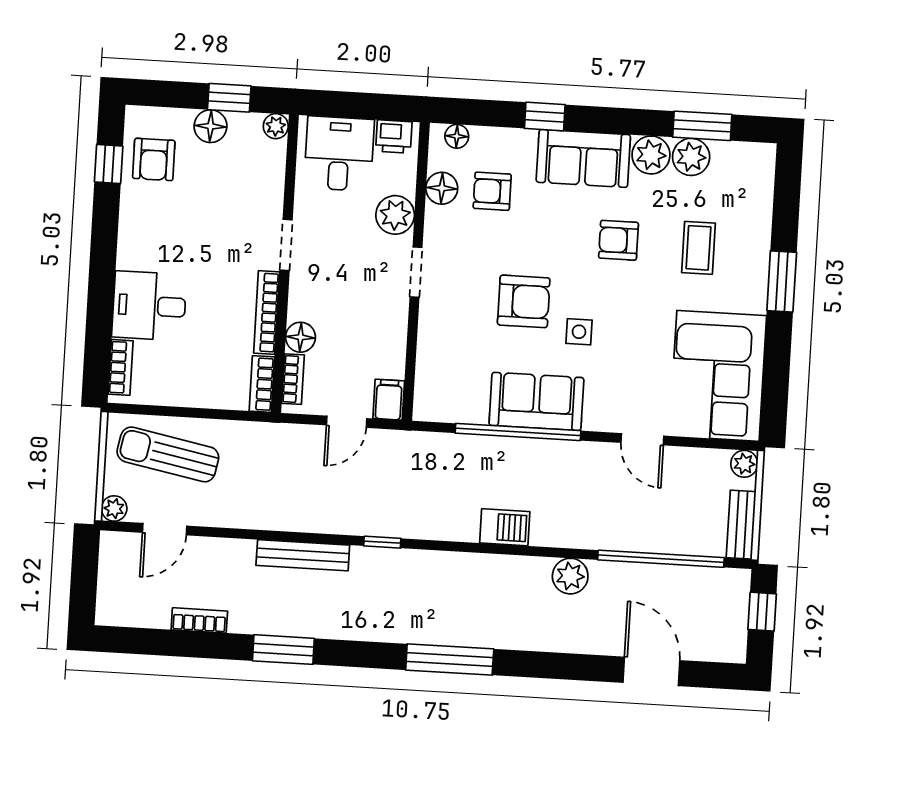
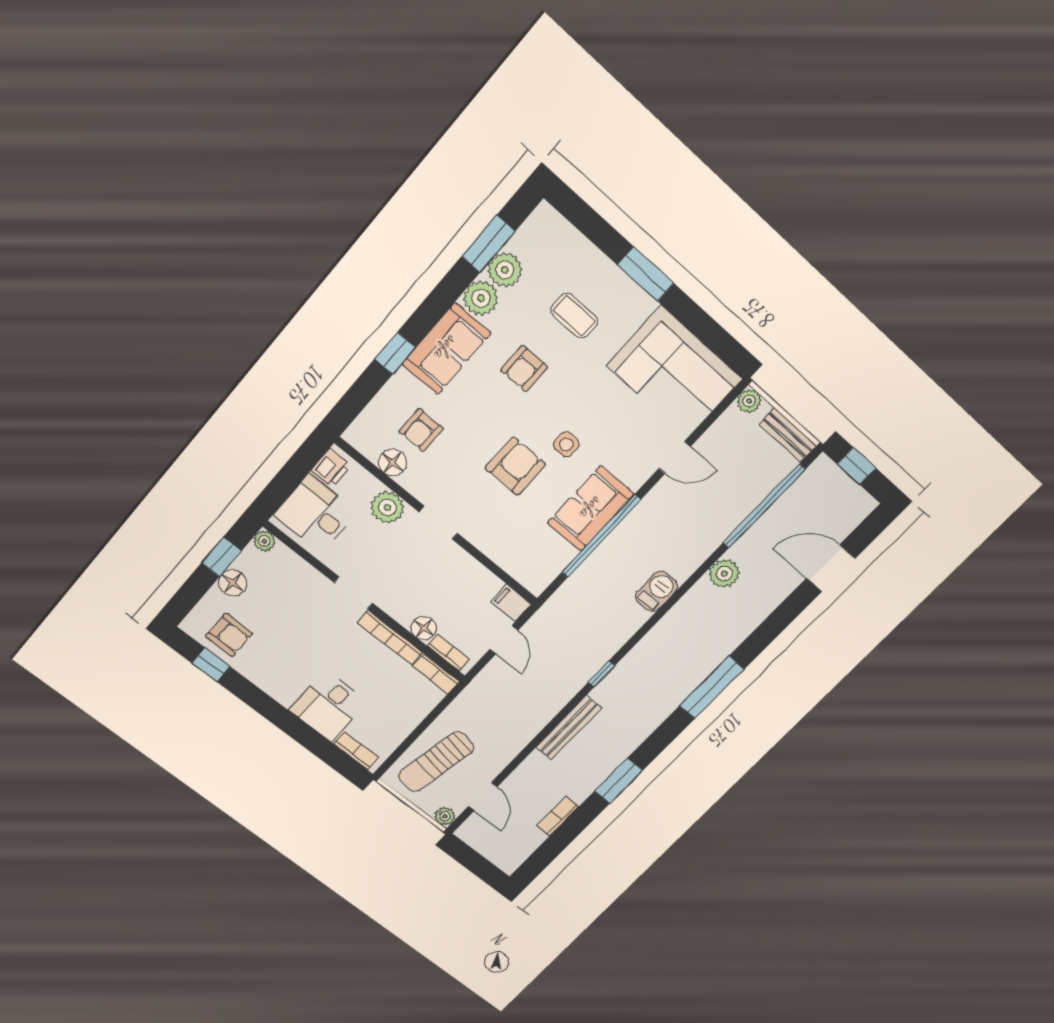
floor lamp: (457, 136) -> (363, 425), removed

